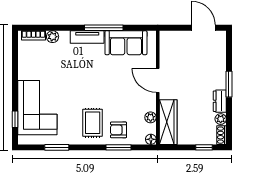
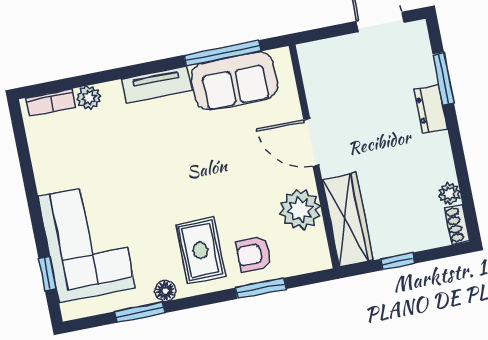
window: (104, 28) -> (222, 53), moved
window: (229, 84) -> (443, 79), moved
dresser: (220, 101) -> (431, 109), moved
plant: (151, 117) -> (300, 210), width x1.88, depth x1.88
floor lamp: (151, 139) -> (165, 291), moved
window: (204, 147) -> (397, 261), moved

